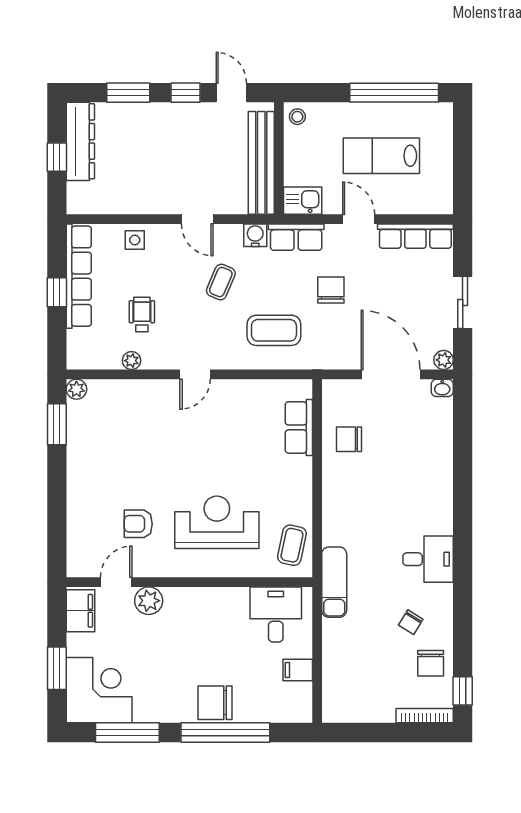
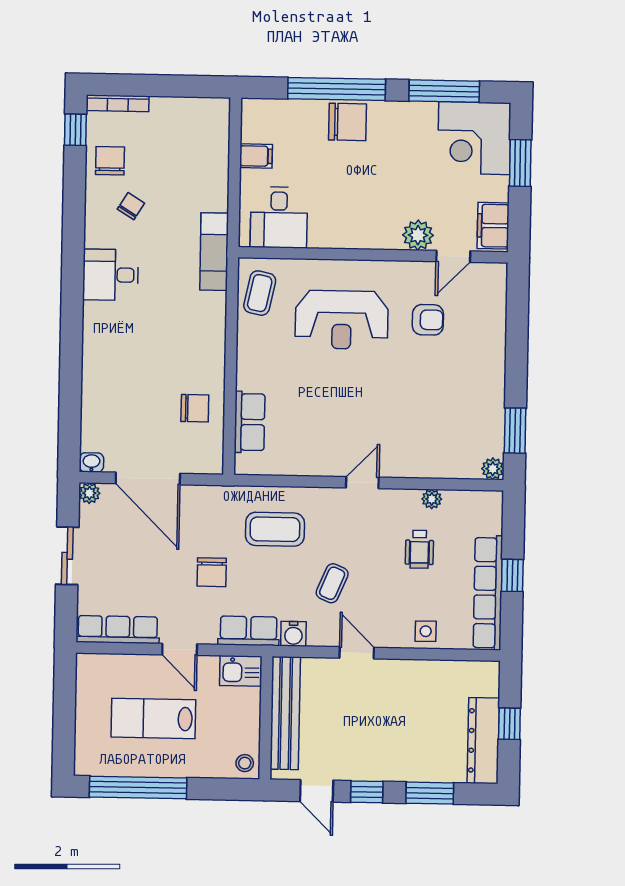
lab bench: (381, 156) -> (153, 718), turned 180

